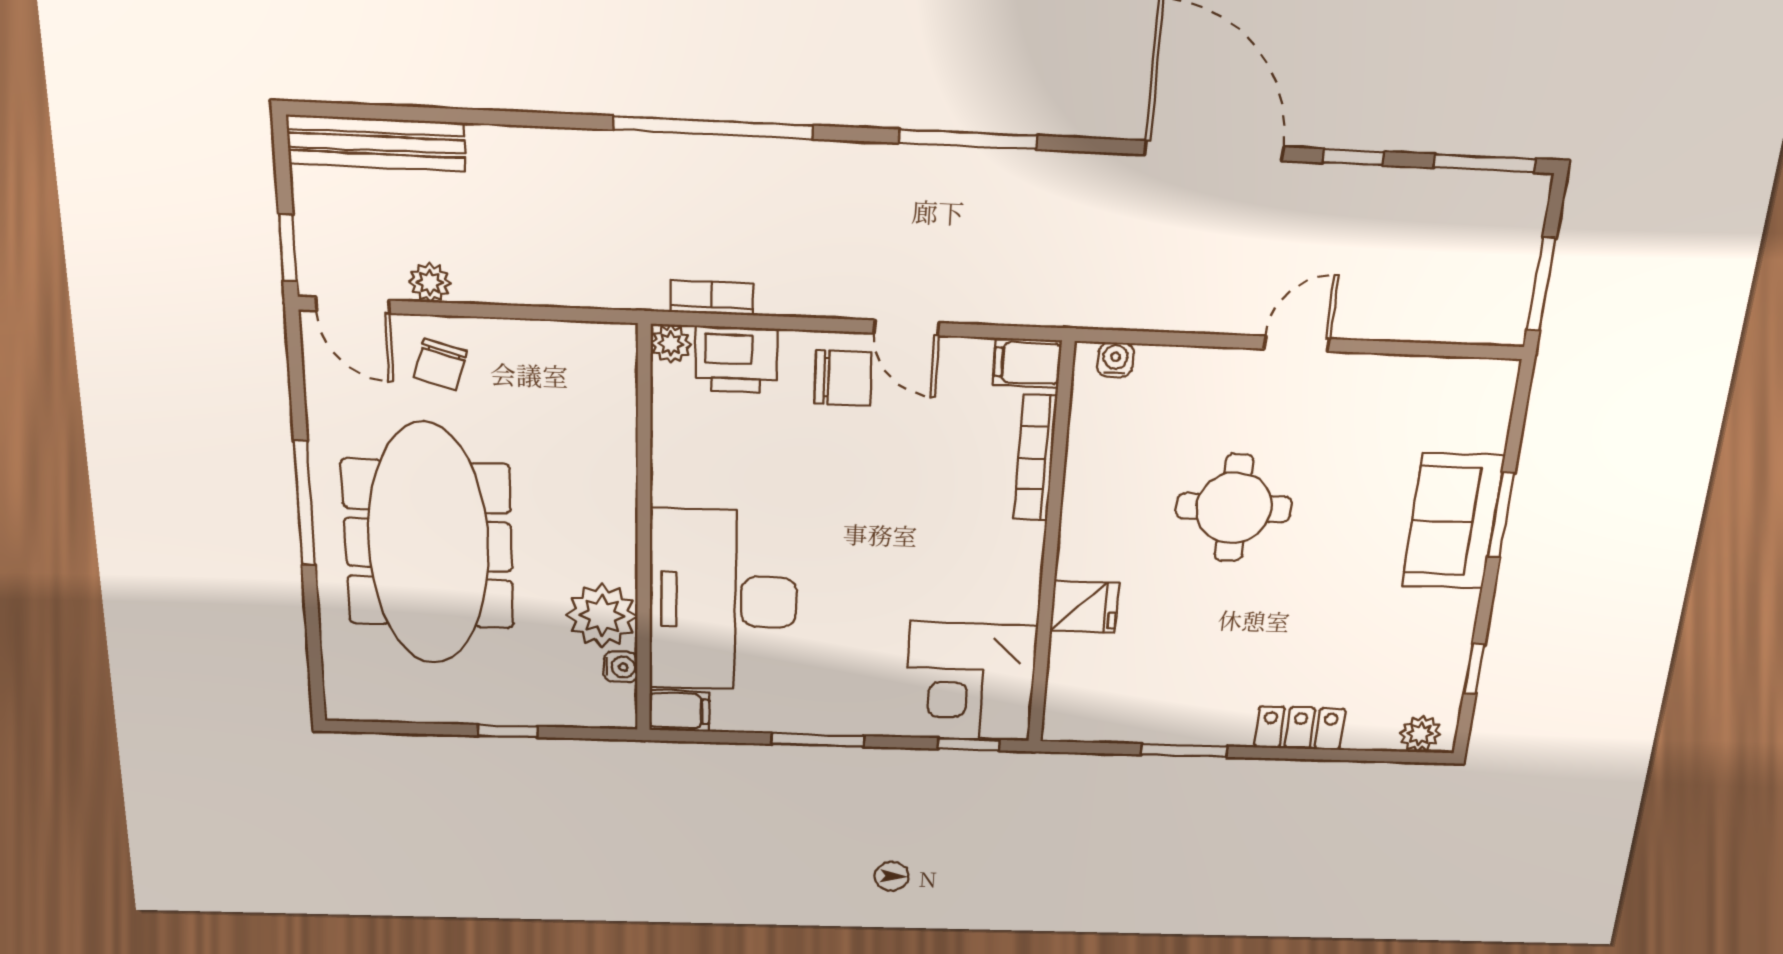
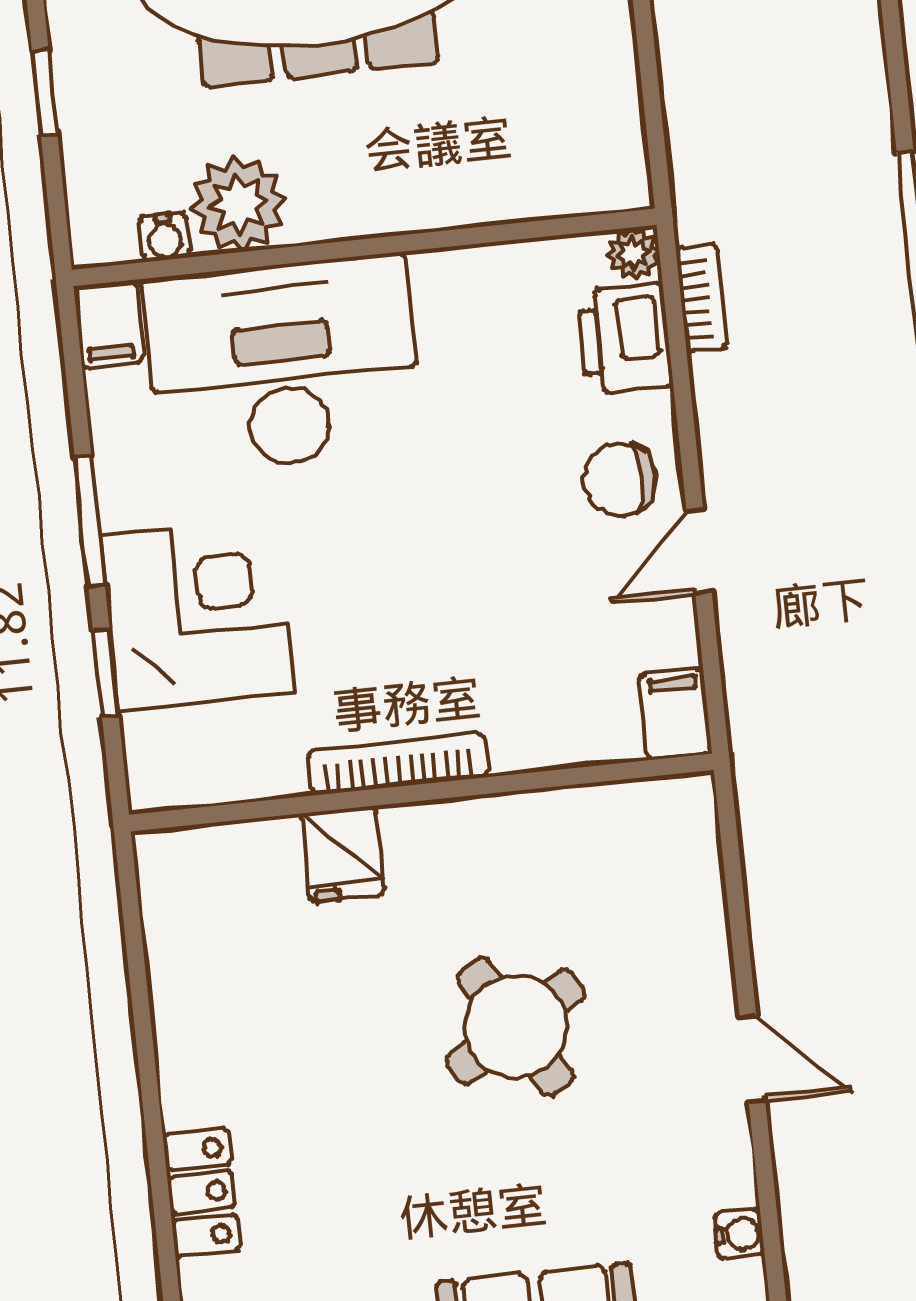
water cooler: (1115, 360) -> (739, 1234), moved
chair: (843, 378) -> (620, 480), turned 90
bookcase: (1035, 458) -> (398, 764), moved
round table: (1234, 508) -> (515, 1027), turned -31
corner desk: (970, 681) -> (197, 614), moved, turned 90
window: (969, 744) -> (106, 673), moved
window: (1184, 750) -> (144, 1037), removed

